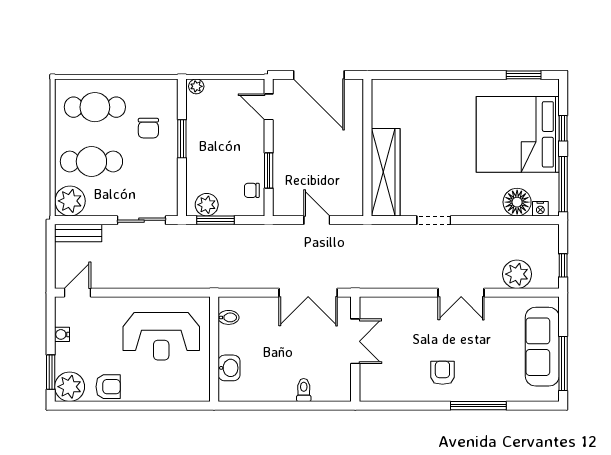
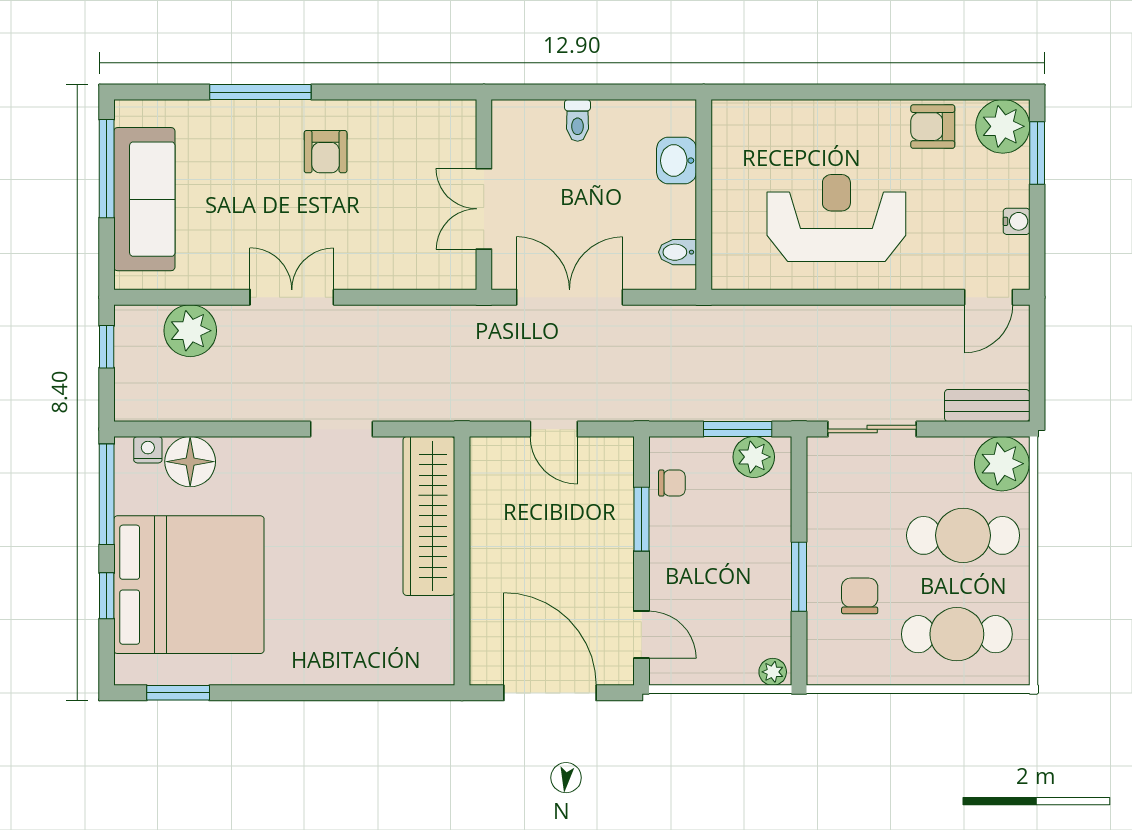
bidet: (229, 317) -> (678, 252), moved
wall: (214, 349) -> (704, 195), moved
washbasin: (229, 368) -> (677, 161), moved

